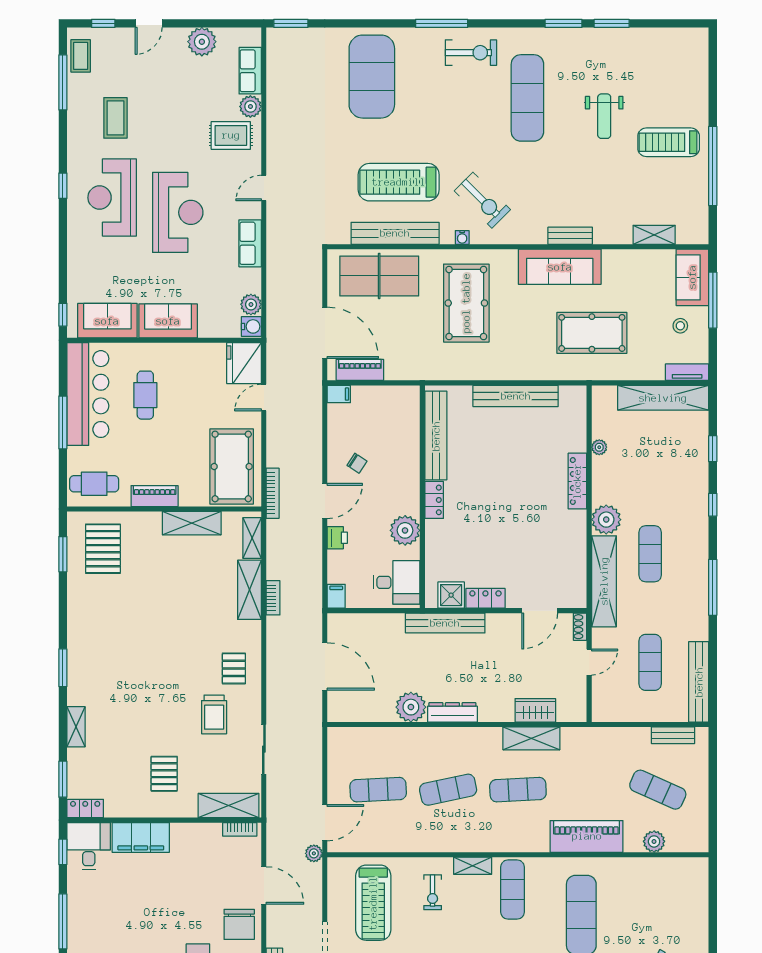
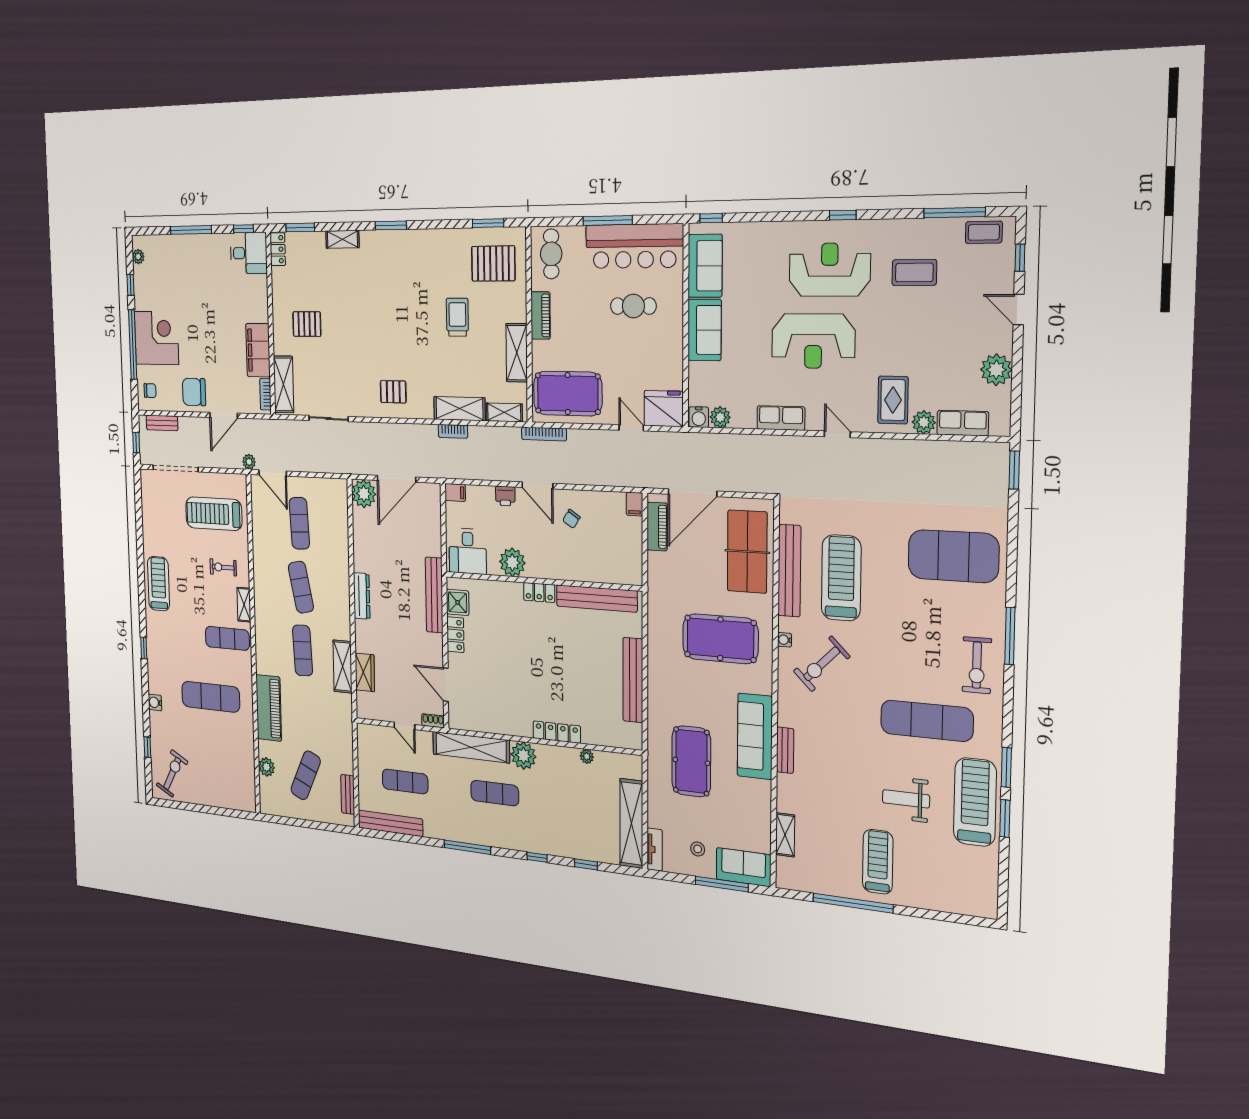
treadmill: (599, 51) -> (975, 802), added
plant: (411, 707) -> (364, 494), moved
trolley: (214, 714) -> (457, 317), moved, turned 90
filing cabinet: (141, 837) -> (258, 350), moved

